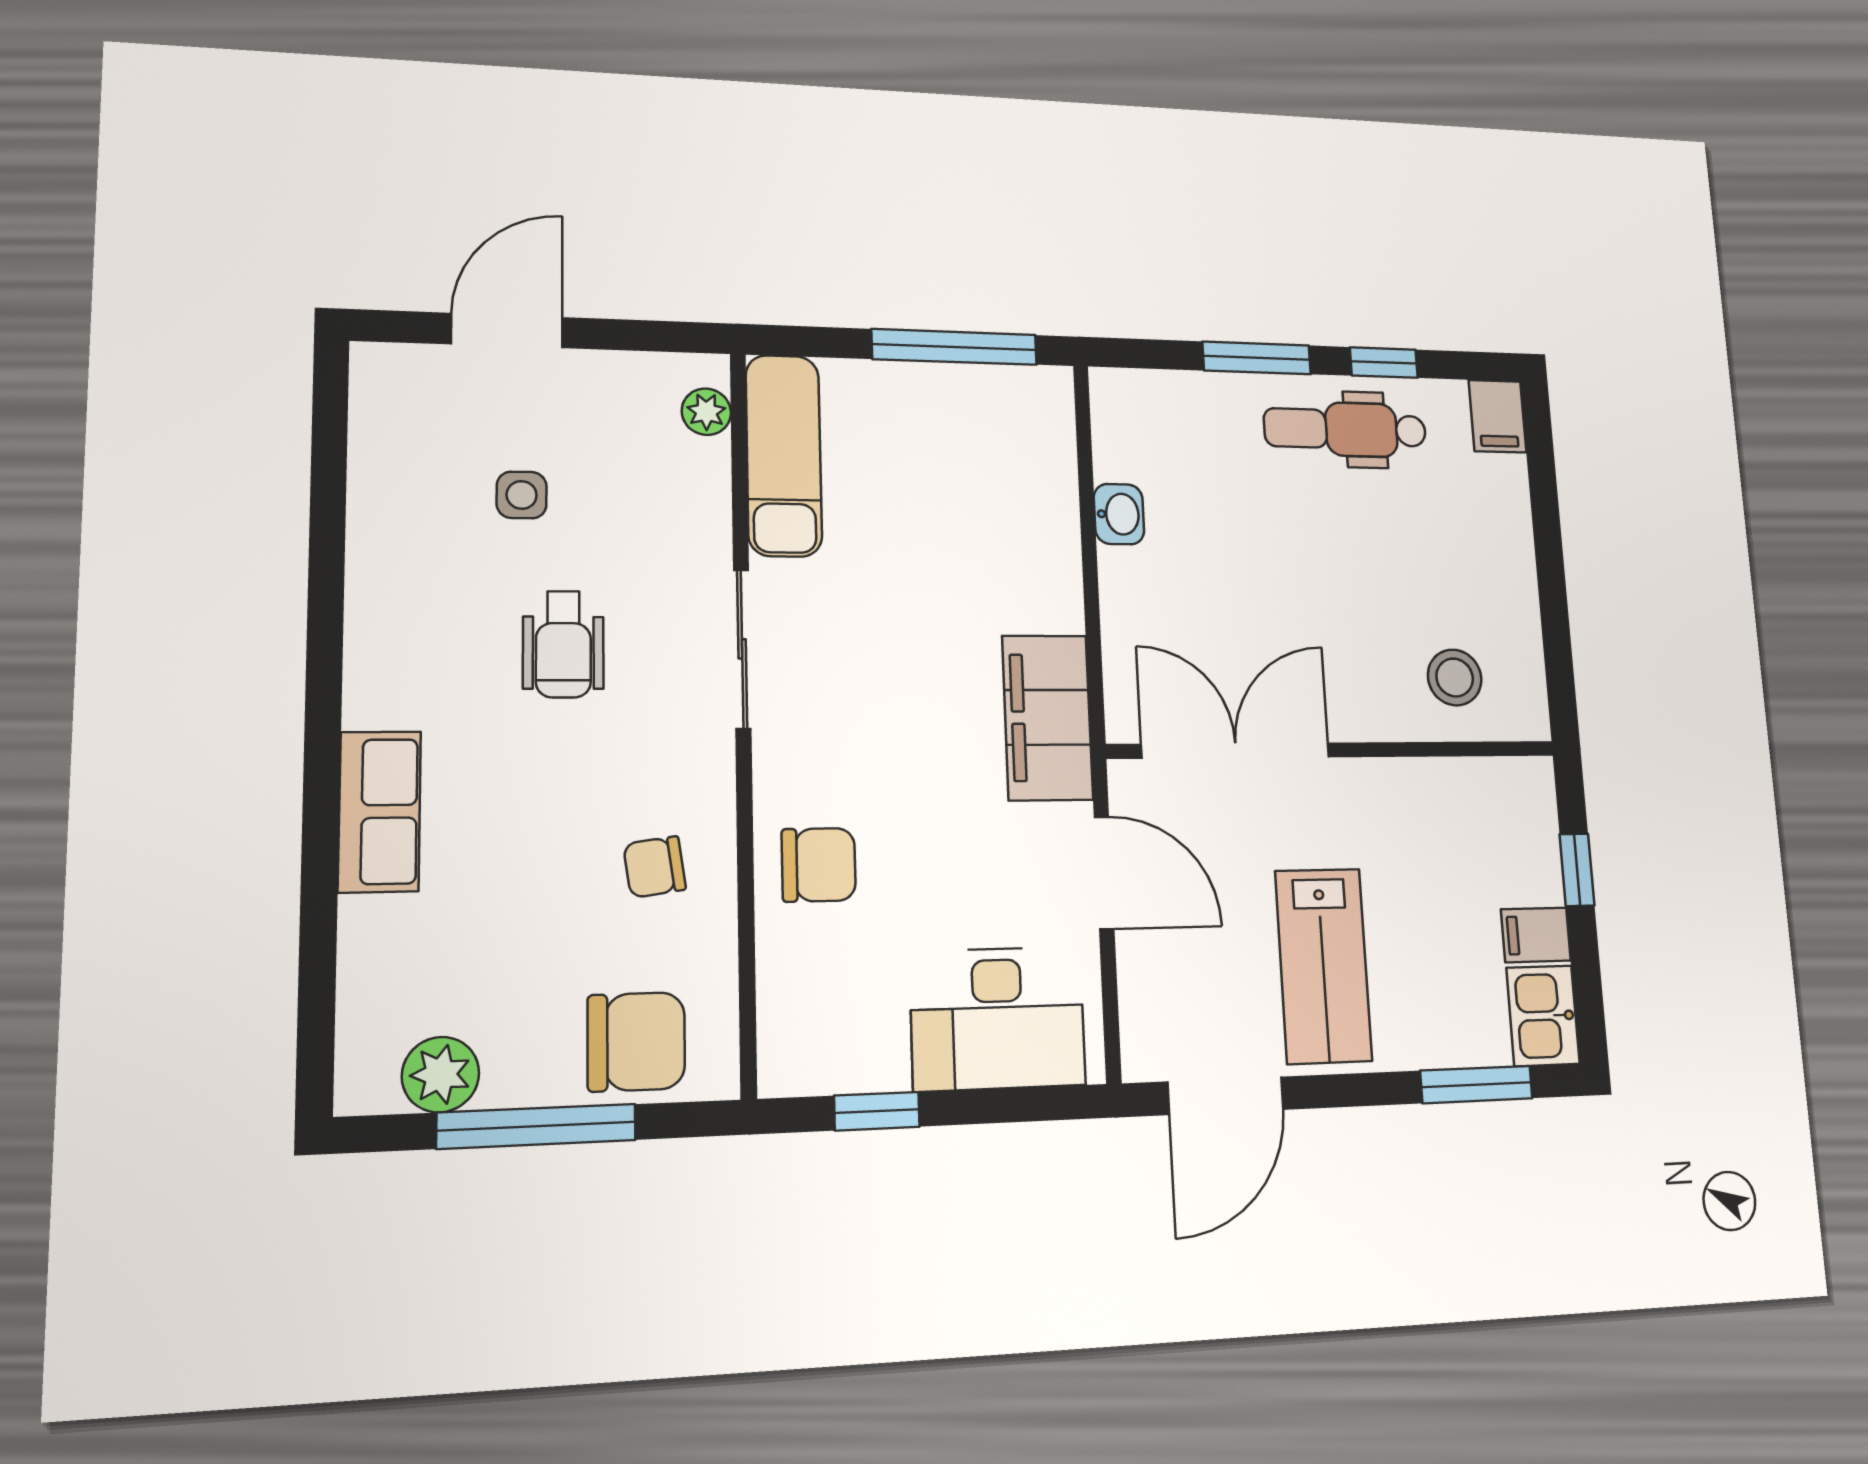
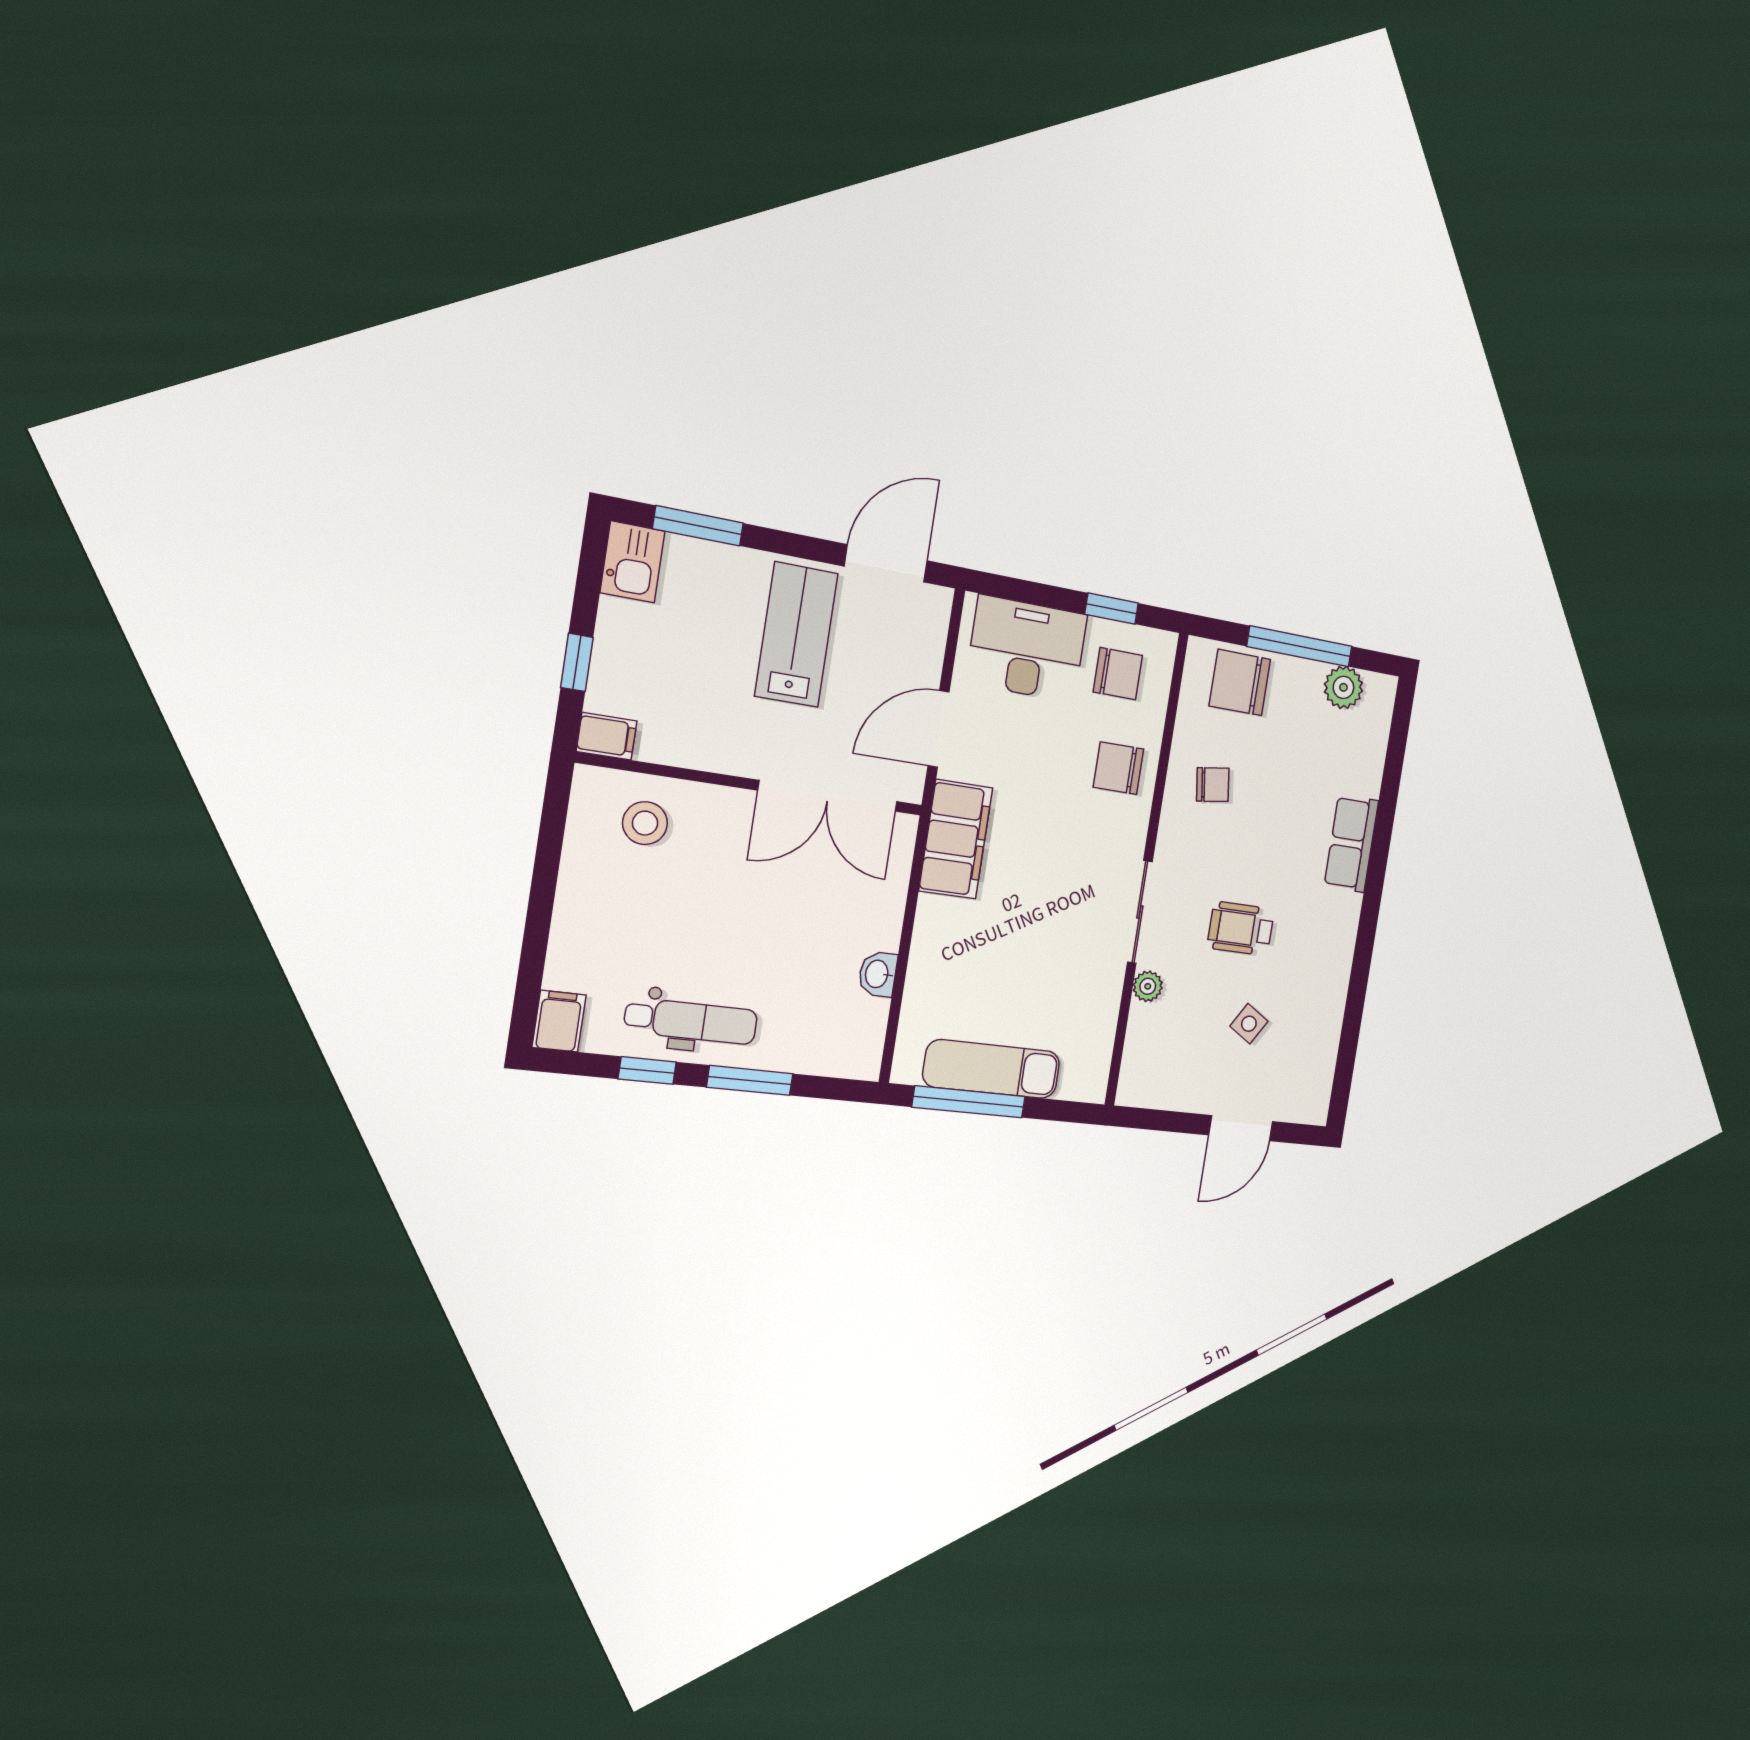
plant: (706, 412) -> (1148, 986), moved
exam couch: (784, 455) -> (992, 1069), moved, turned 90
side table: (522, 495) -> (1249, 1024), turned 32
wheelchair: (563, 644) -> (1241, 929), turned -90
door: (1104, 873) -> (938, 729), hinge flipped
filing cabinet: (1536, 935) -> (607, 736), moved
chair: (847, 1012) -> (1118, 674), added

